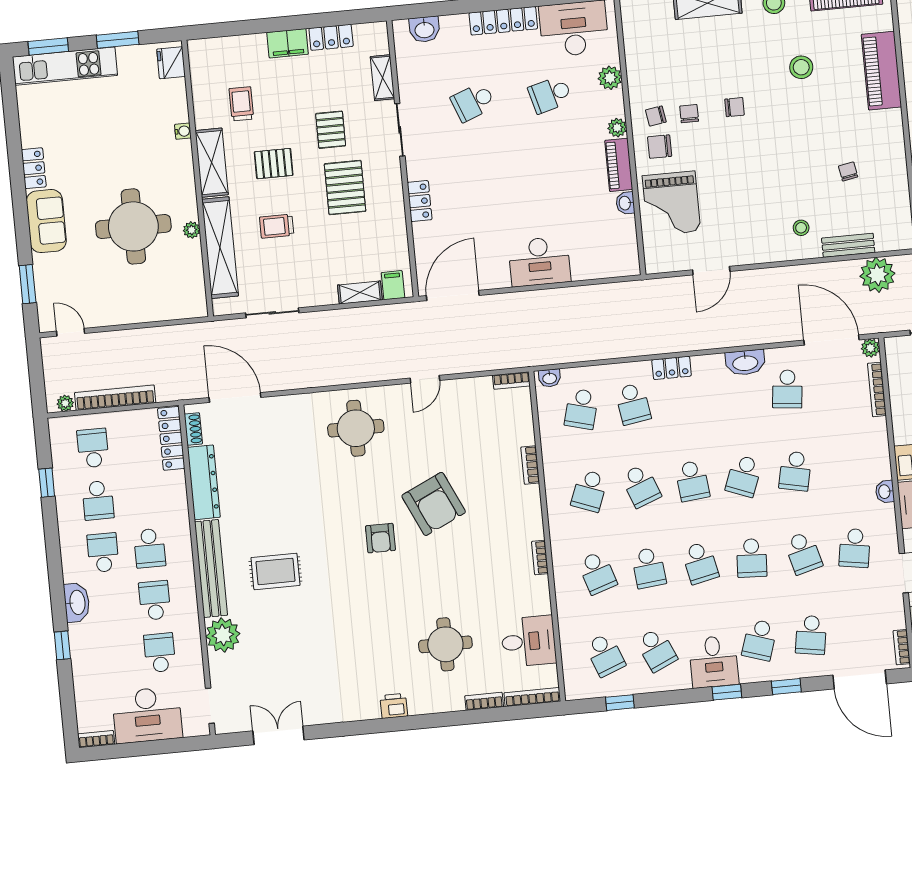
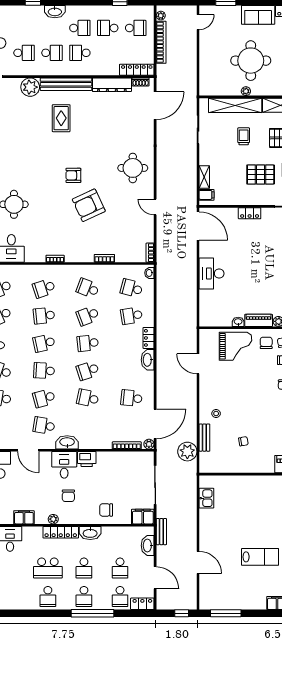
grand piano: (671, 203) -> (236, 346), turned 180
washbasin: (745, 363) -> (148, 360), moved
school desk: (744, 476) -> (88, 371), turned -39
washbasin: (885, 492) -> (67, 442), width x1.91, depth x1.45

